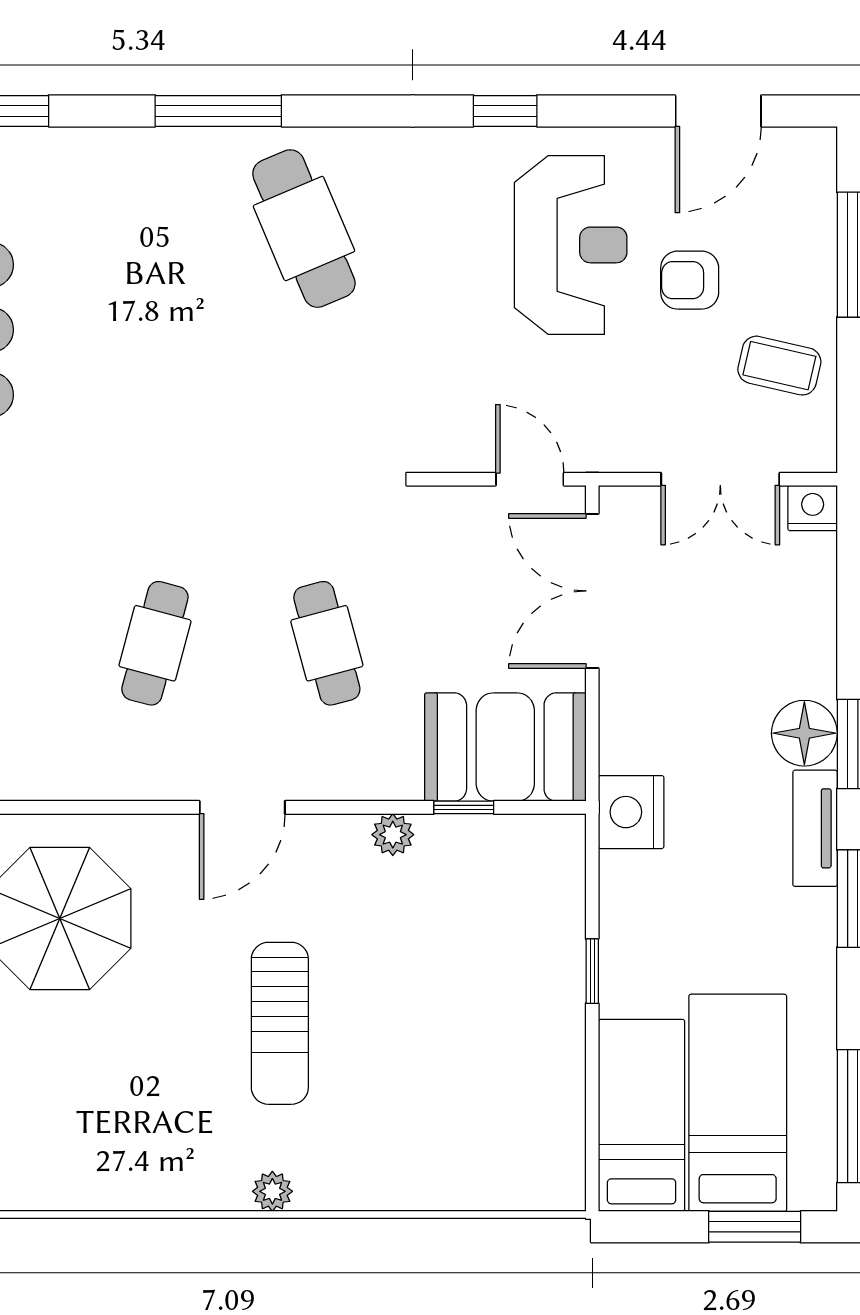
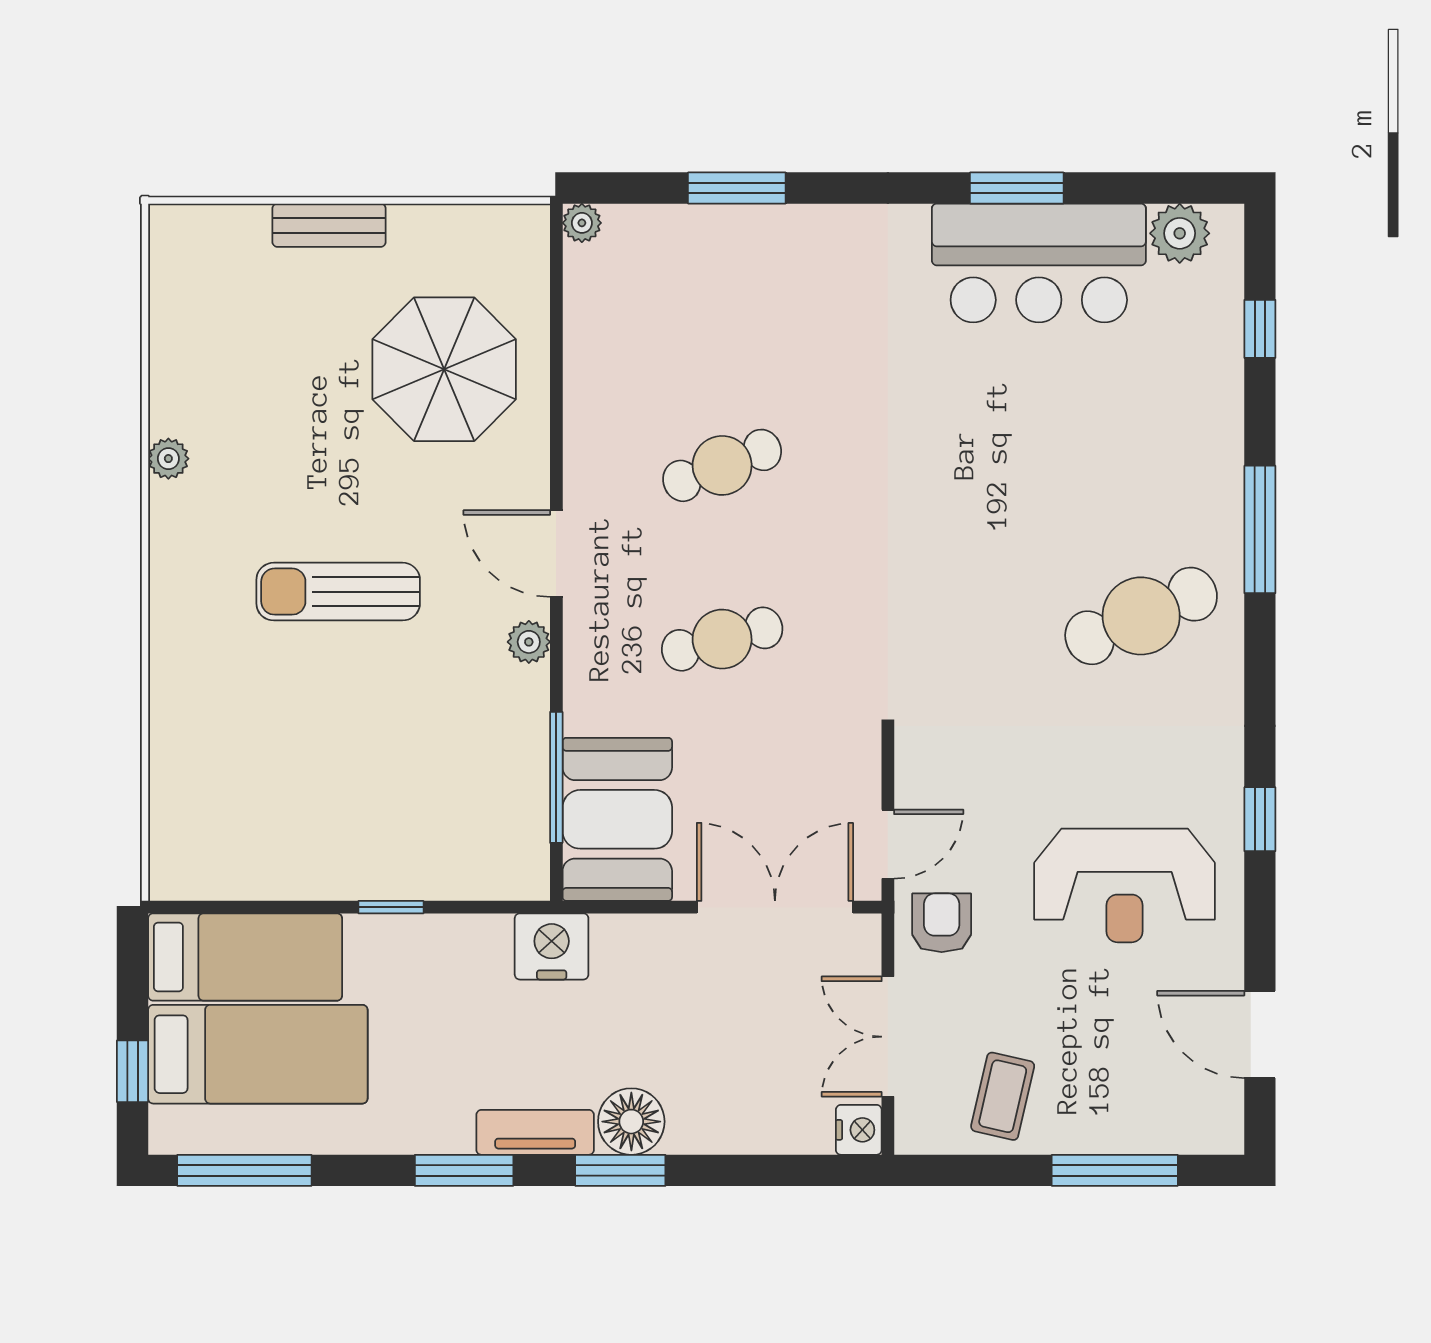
armchair: (690, 280) -> (942, 923), moved
cafe table: (155, 643) -> (722, 465), turned -36
window: (464, 807) -> (556, 777), width x2.17
plant: (393, 835) -> (529, 642), moved
plant: (272, 1191) -> (168, 459), moved
window: (755, 1227) -> (133, 1071), width x0.67

